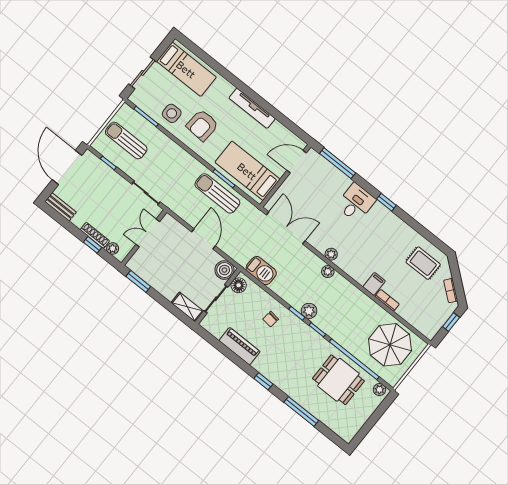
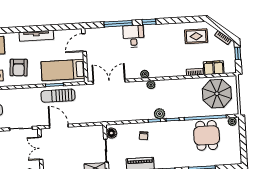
window: (338, 163) -> (118, 24), moved
door: (203, 239) -> (59, 126), moved
boiler: (224, 270) -> (97, 132), removed
barbecue: (261, 271) -> (116, 115), removed
filing cabinet: (374, 284) -> (214, 68), moved, width x2.00
dining table: (338, 380) -> (207, 135), turned 90

